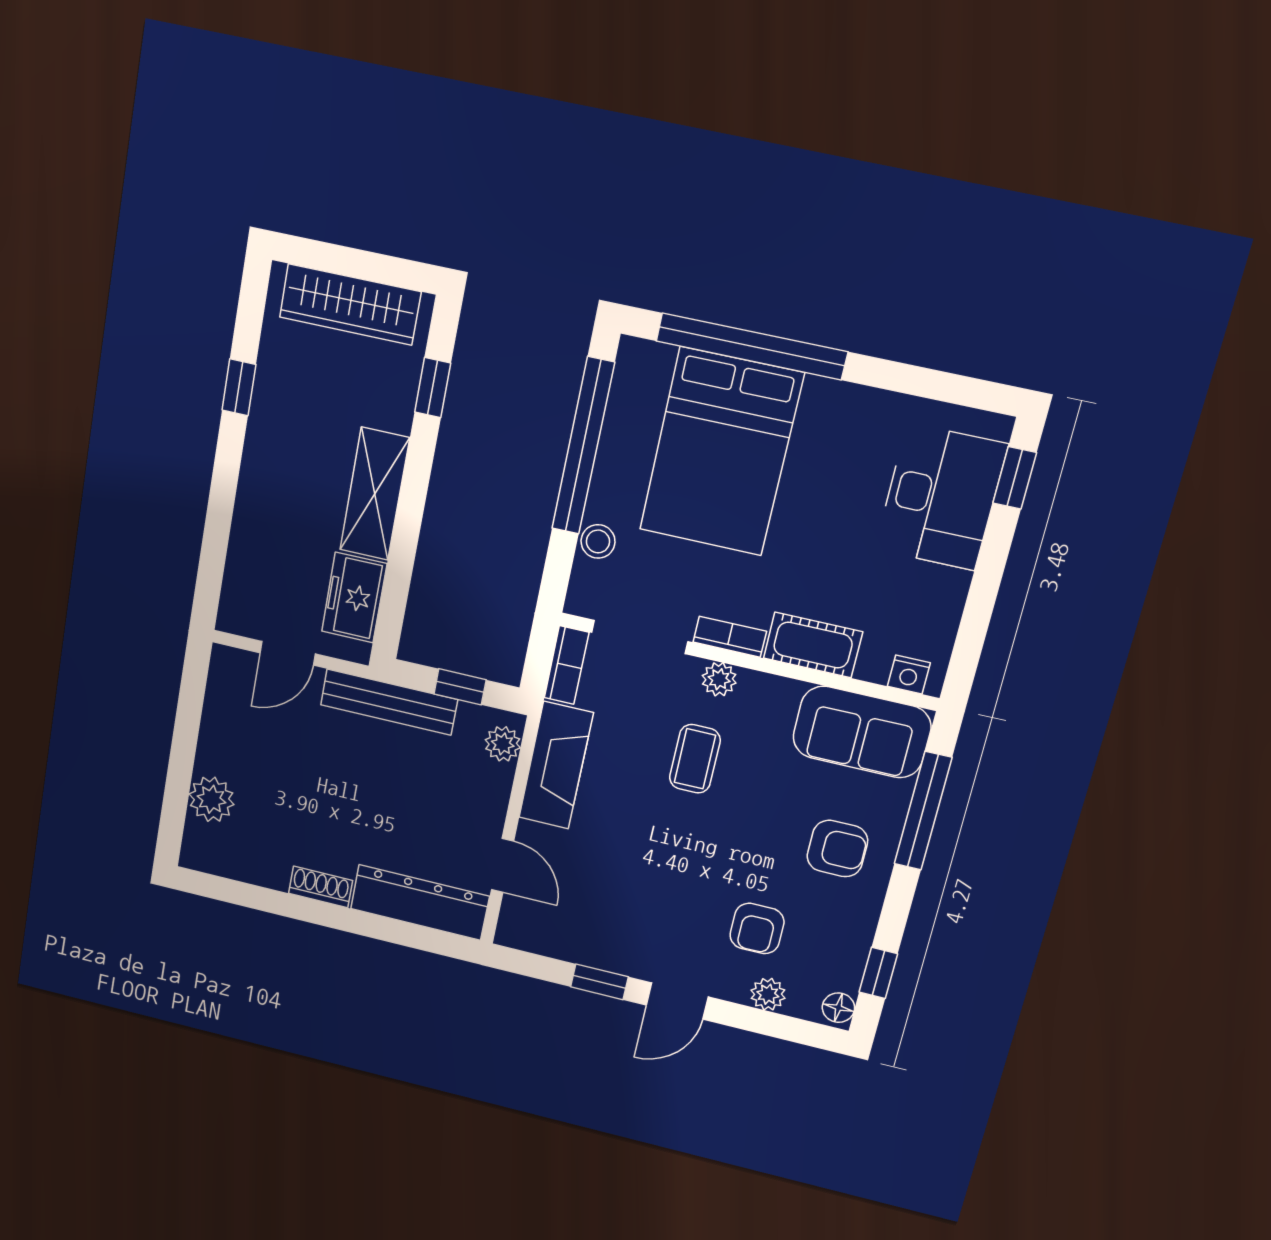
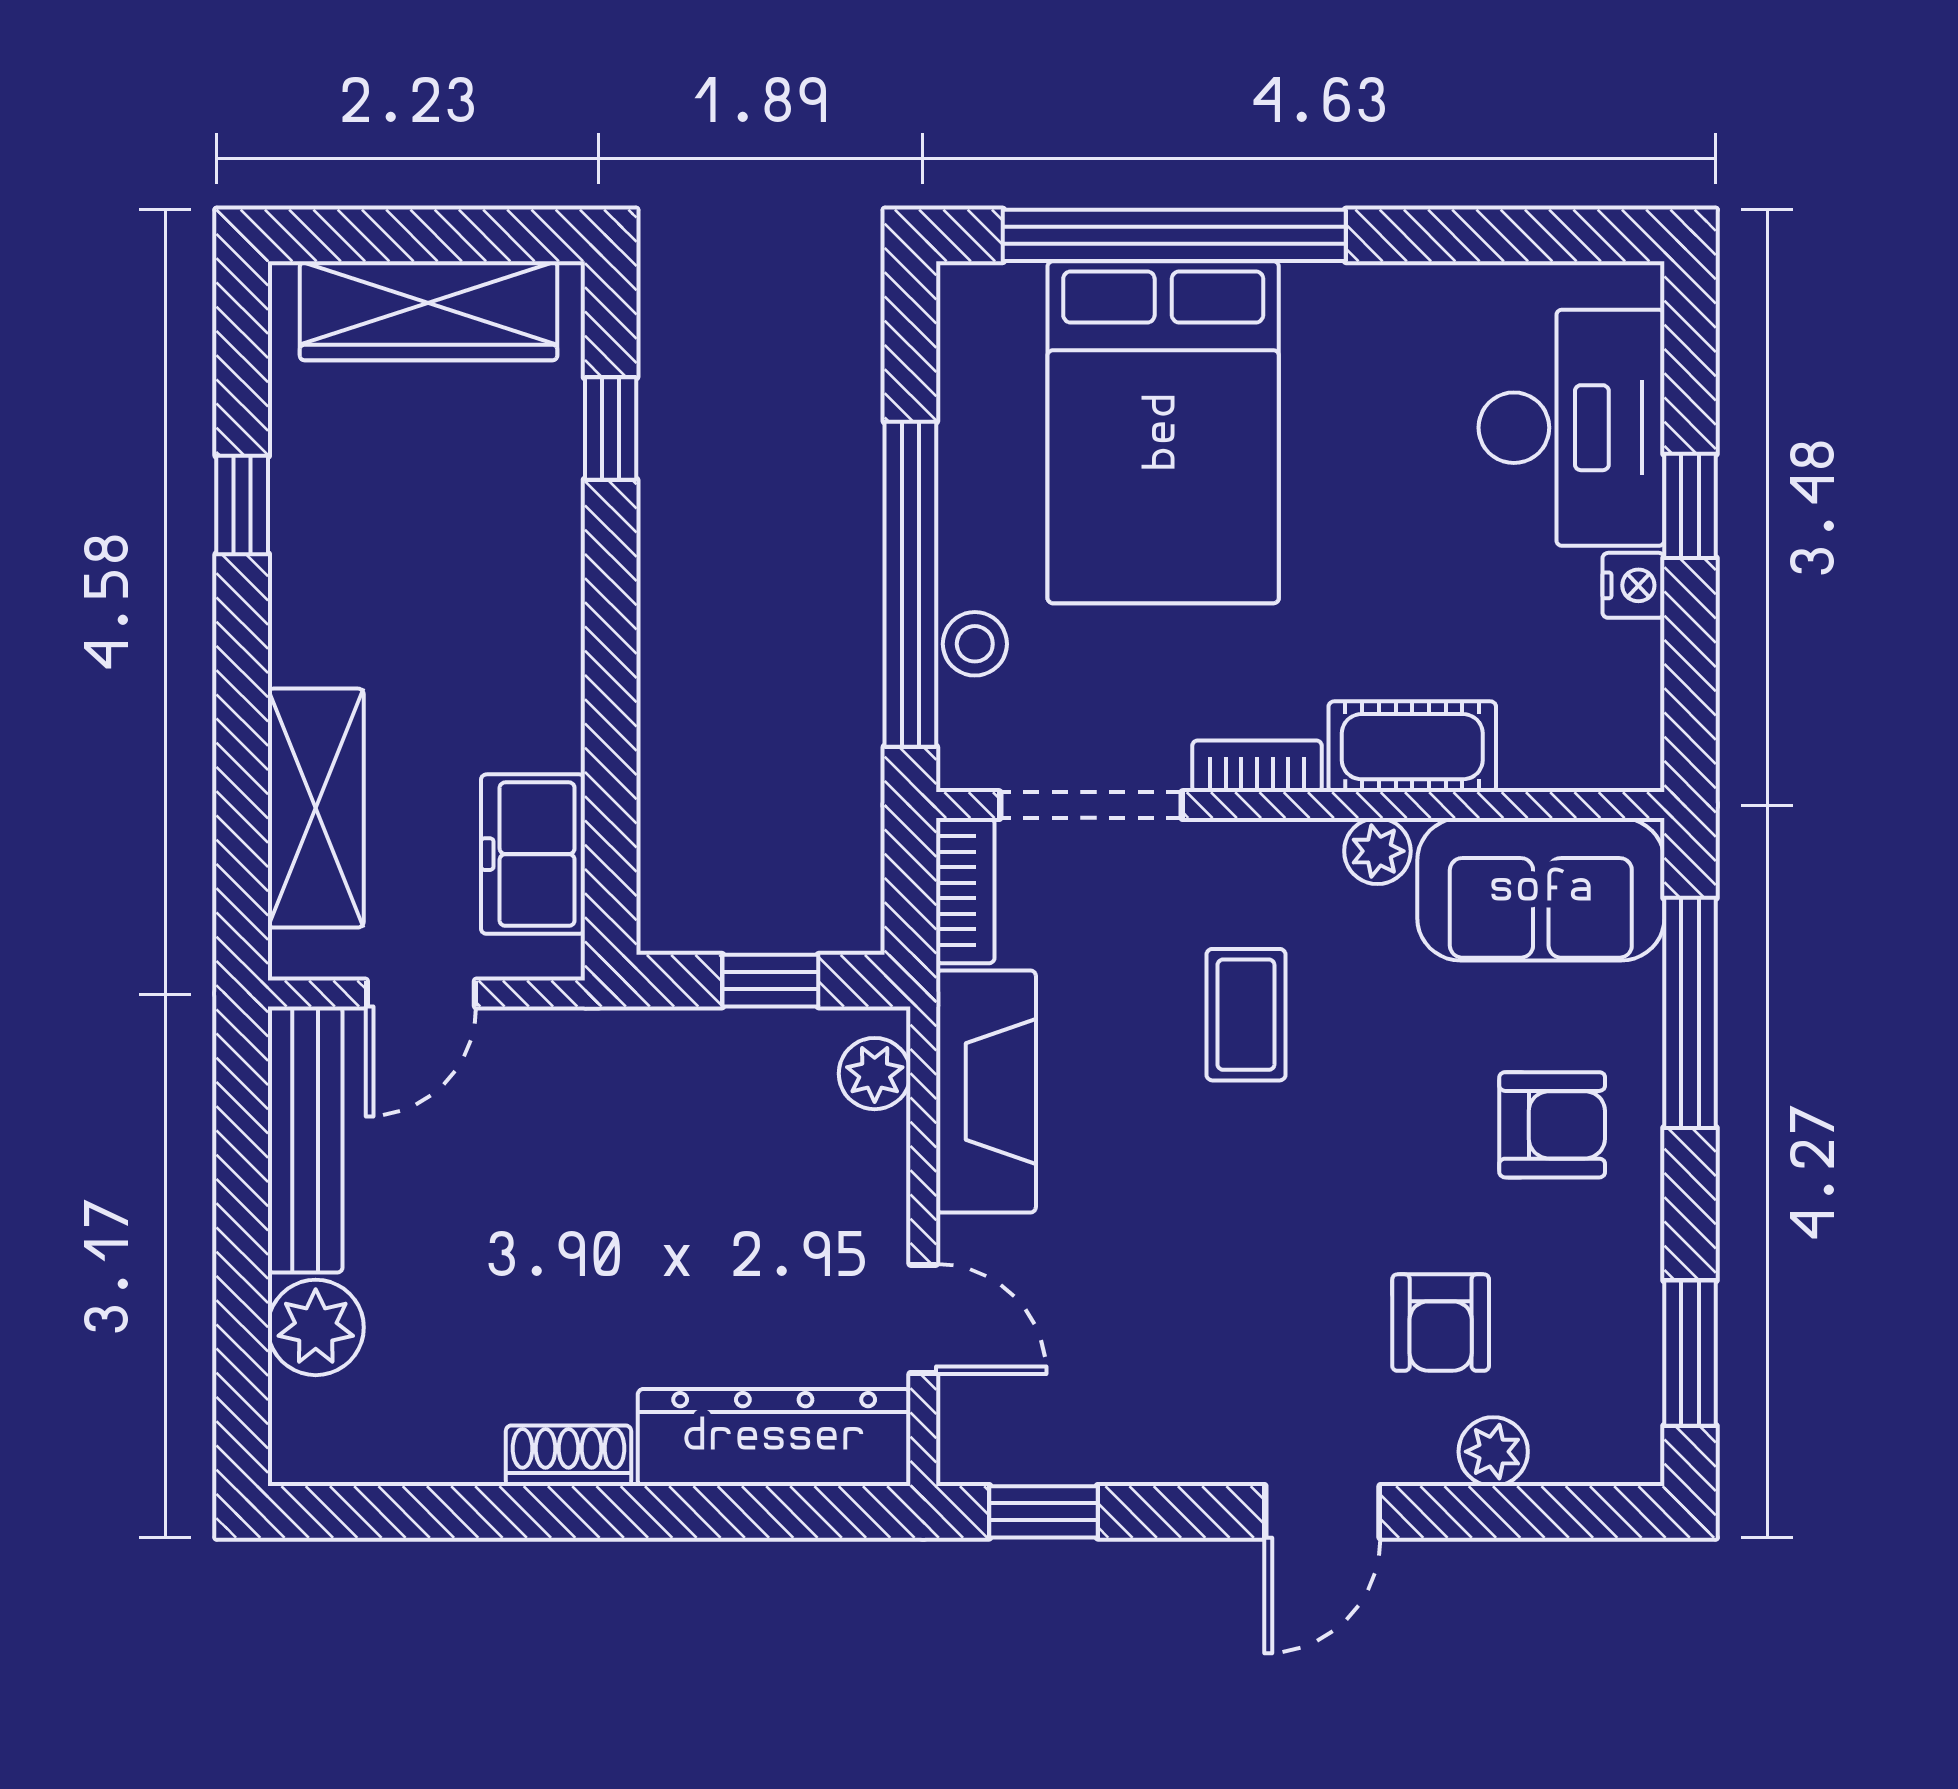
window: (583, 446) -> (910, 584), moved
window: (1015, 478) -> (1690, 506), moved
shelving: (375, 494) -> (316, 808), moved
nightstand: (909, 675) -> (1633, 585), moved, turned -90
plant: (719, 679) -> (1377, 851), moved
bench: (389, 702) -> (305, 1140), moved, turned 90
window: (878, 973) -> (1690, 1353), width x1.50
window: (599, 982) -> (1043, 1512), moved
floor lamp: (838, 1008) -> (1633, 1444), removed

